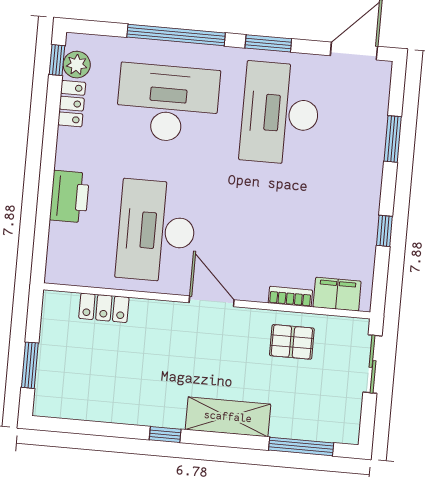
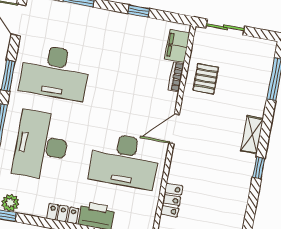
locker: (72, 104) -> (63, 214), moved
shelving: (228, 417) -> (252, 135), width x0.67, depth x0.75

